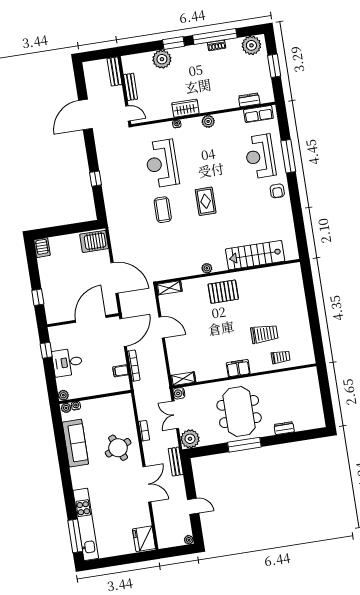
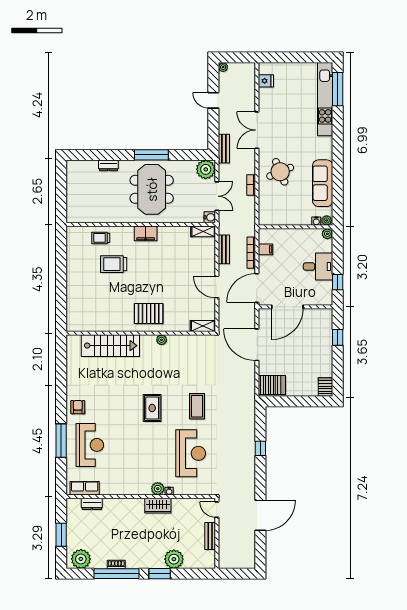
bench: (115, 71) -> (224, 249), moved
plant: (208, 121) -> (158, 489), moved
fridge: (144, 539) -> (266, 81), width x0.53, depth x0.75

